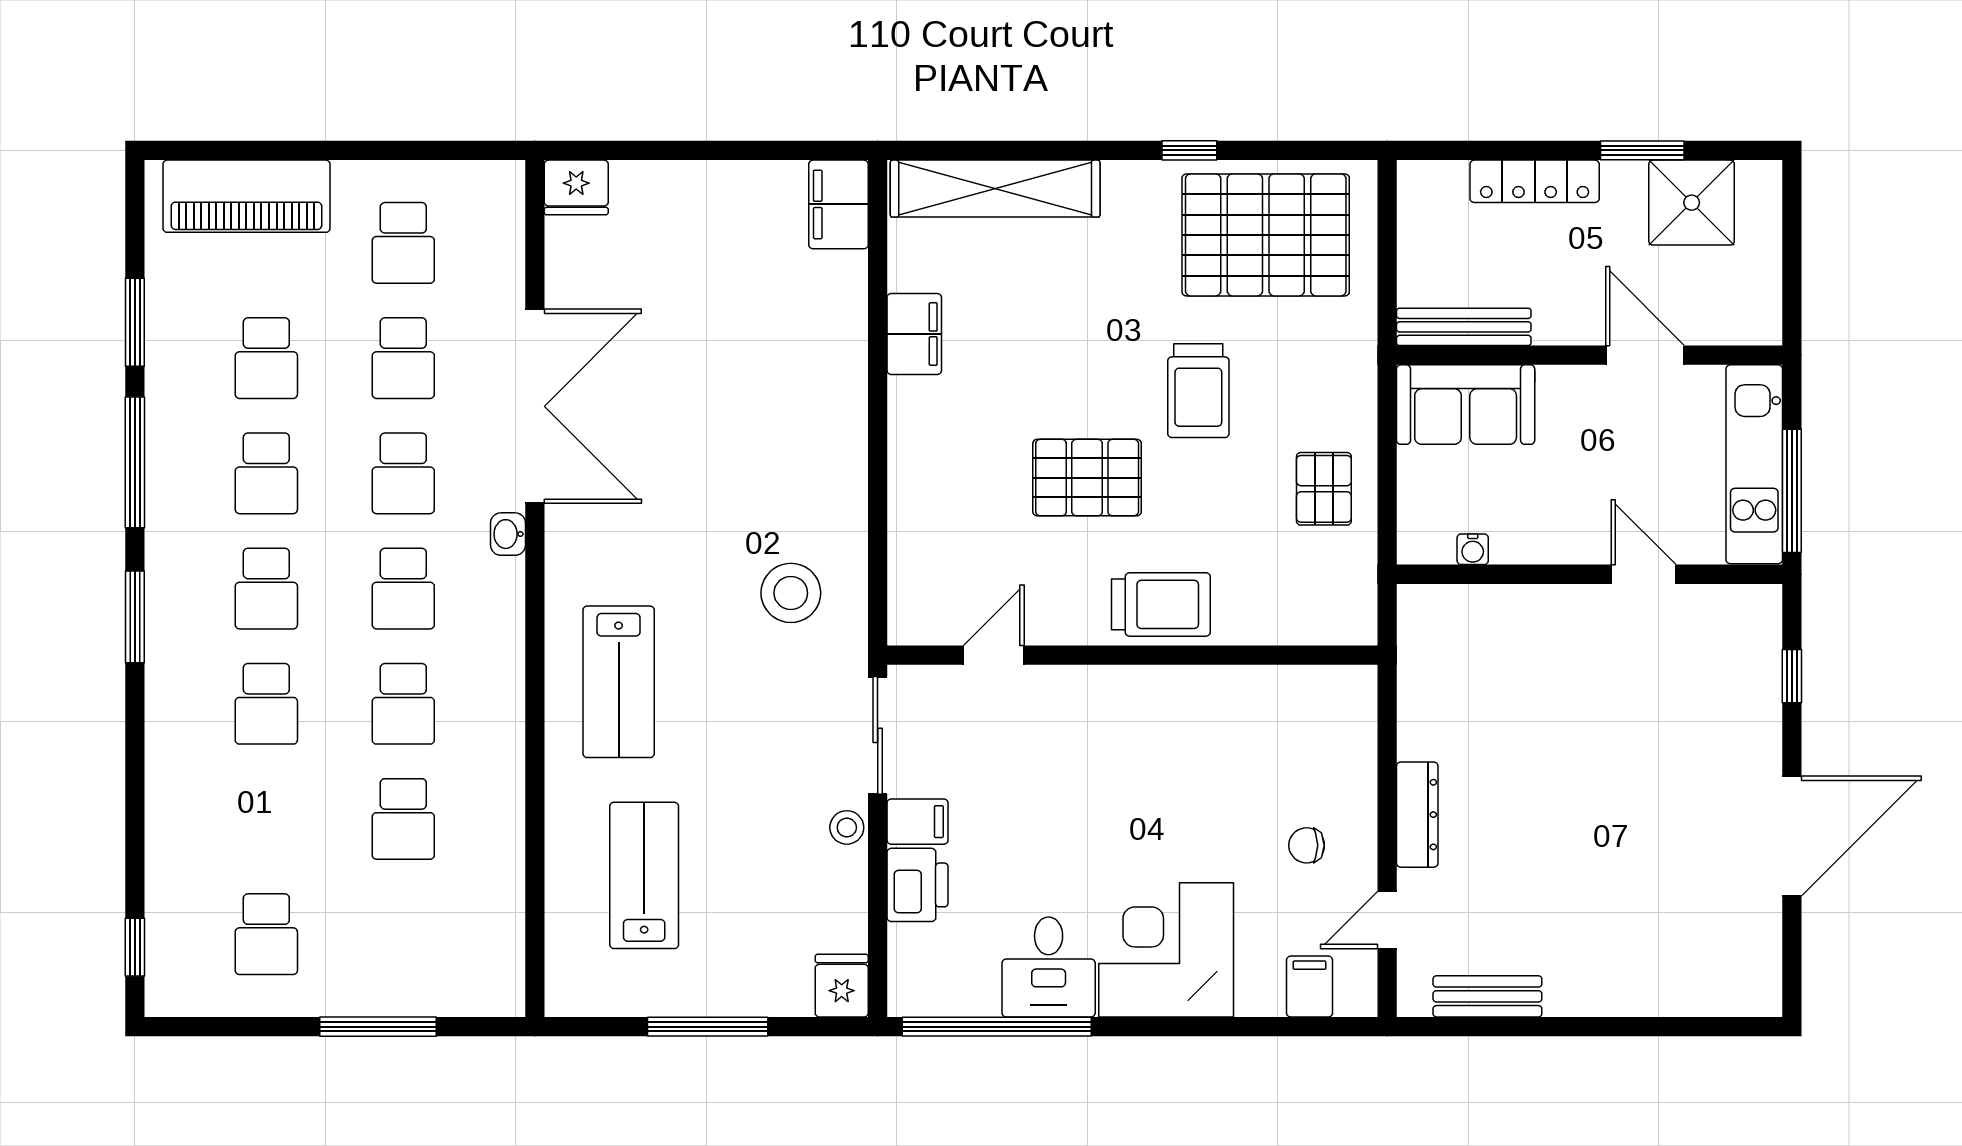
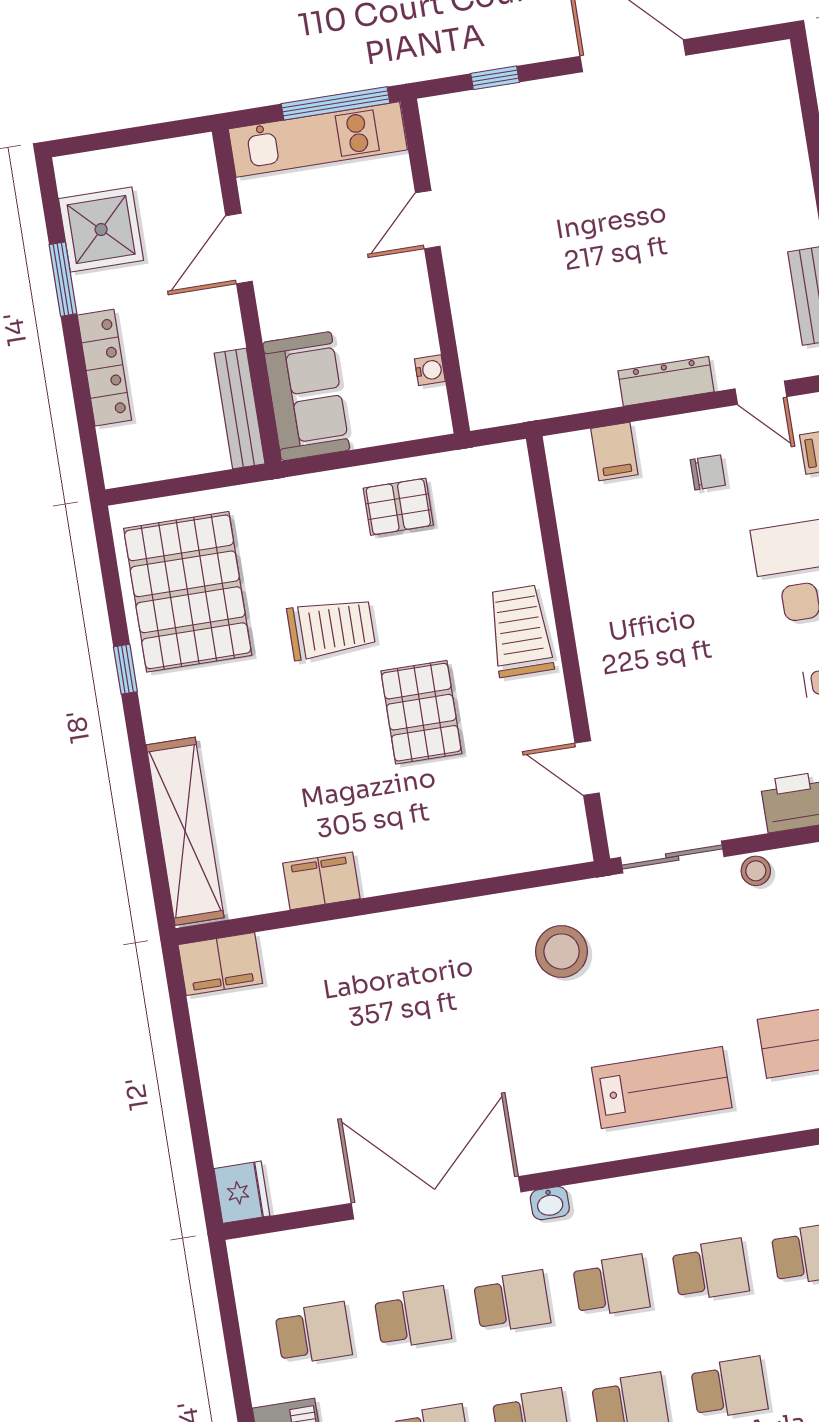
filing cabinet: (918, 822) -> (614, 451), moved, turned 180
chair: (1307, 845) -> (708, 472), turned -90

